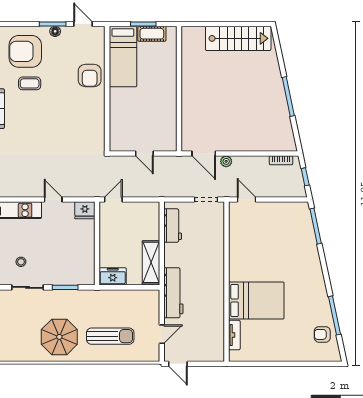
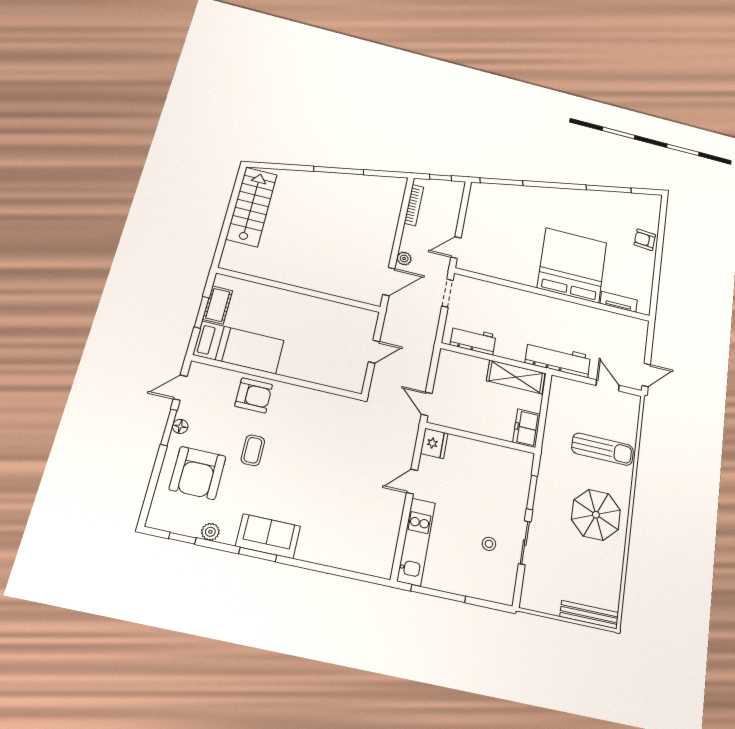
coffee table: (30, 83) -> (253, 450), moved
bookcase: (281, 160) -> (414, 205), width x1.56
bed: (256, 300) -> (572, 265), width x1.36
armchair: (322, 334) -> (645, 240), moved, turned 95
sun lounger: (110, 336) -> (603, 449), turned 90

